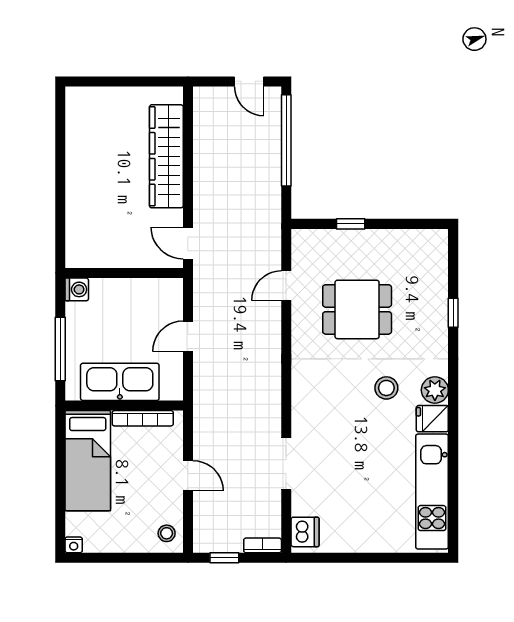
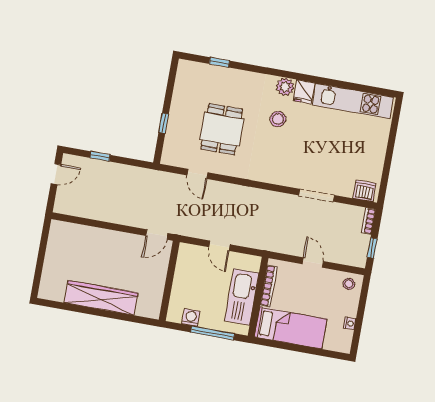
window: (286, 140) -> (100, 156), width x0.32
wardrobe: (166, 156) -> (101, 298), moved, turned 180
washing machine: (77, 289) -> (191, 318), moved
window: (453, 313) -> (219, 62), moved
door: (188, 476) -> (313, 263), hinge flipped
nightstand: (74, 545) -> (350, 323), moved

